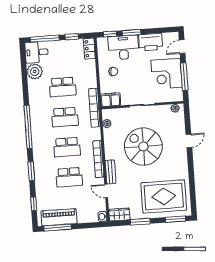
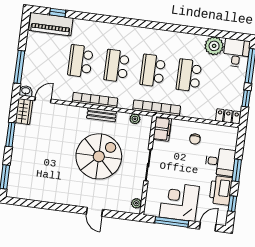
window: (110, 34) -> (232, 204), moved
door: (182, 47) -> (208, 227), hinge flipped
desk: (123, 48) -> (220, 162), width x0.73
window: (28, 127) -> (150, 25), removed
window: (31, 171) -> (97, 18), removed
bench: (111, 172) -> (102, 115), moved
door: (106, 191) -> (43, 100), moved
rug: (164, 196) -> (35, 168), removed
piano: (59, 217) -> (51, 24), moved, turned 90
window: (58, 228) -> (19, 67), moved

